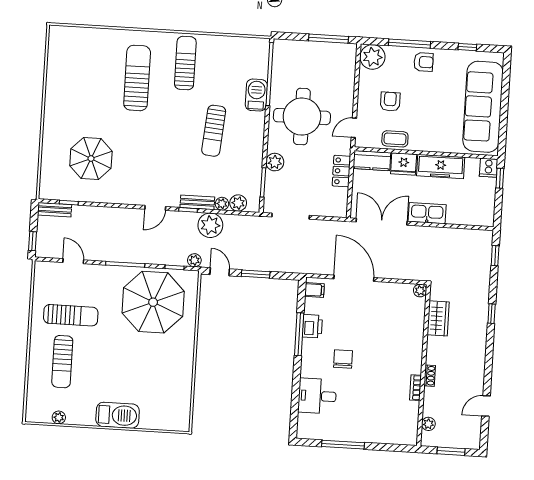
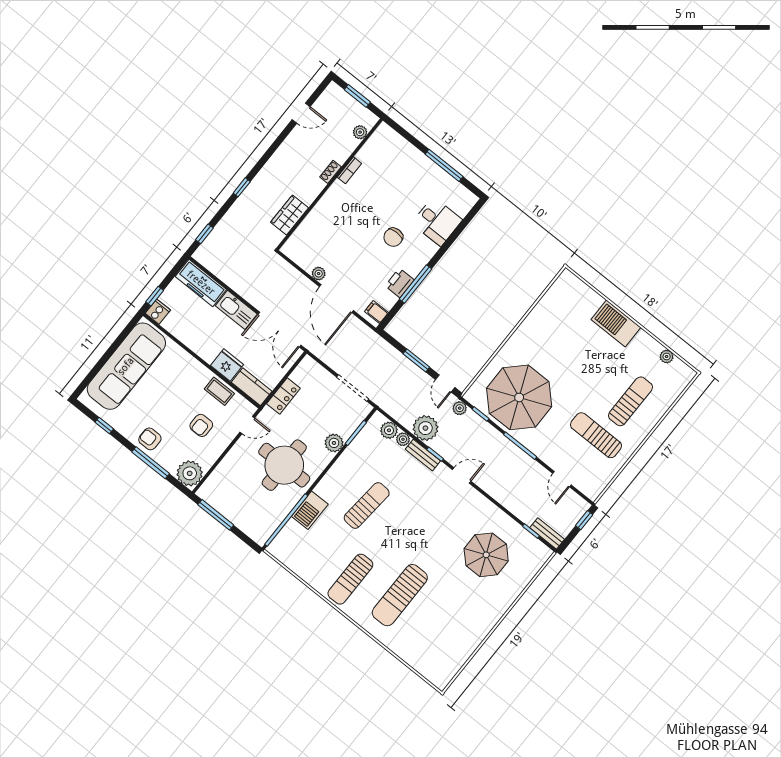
freezer: (441, 167) -> (201, 283), moved, turned 180
plant: (420, 291) -> (319, 274), moved

